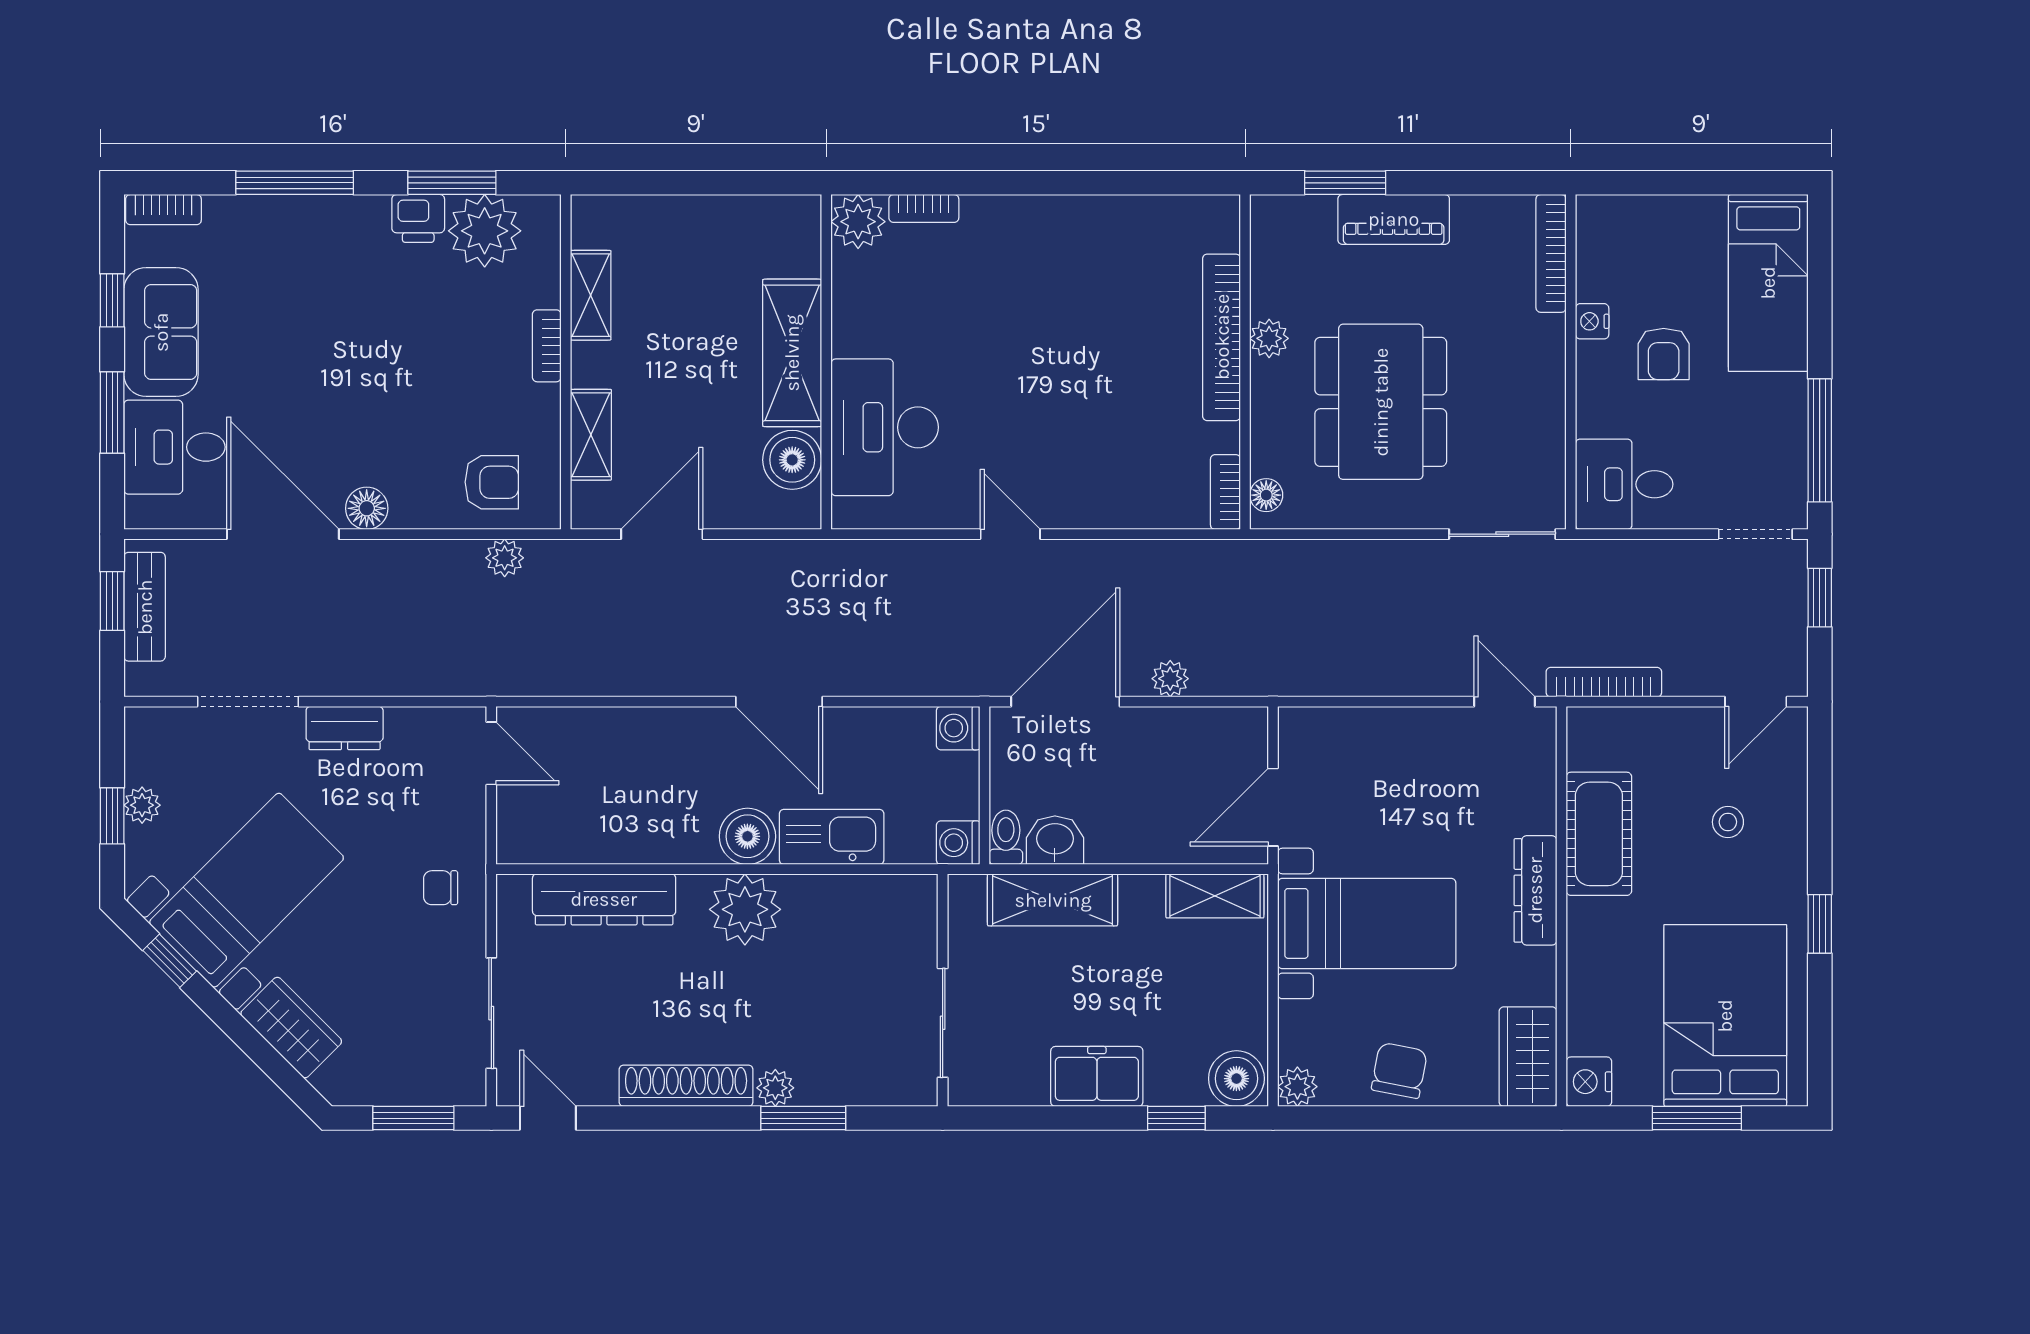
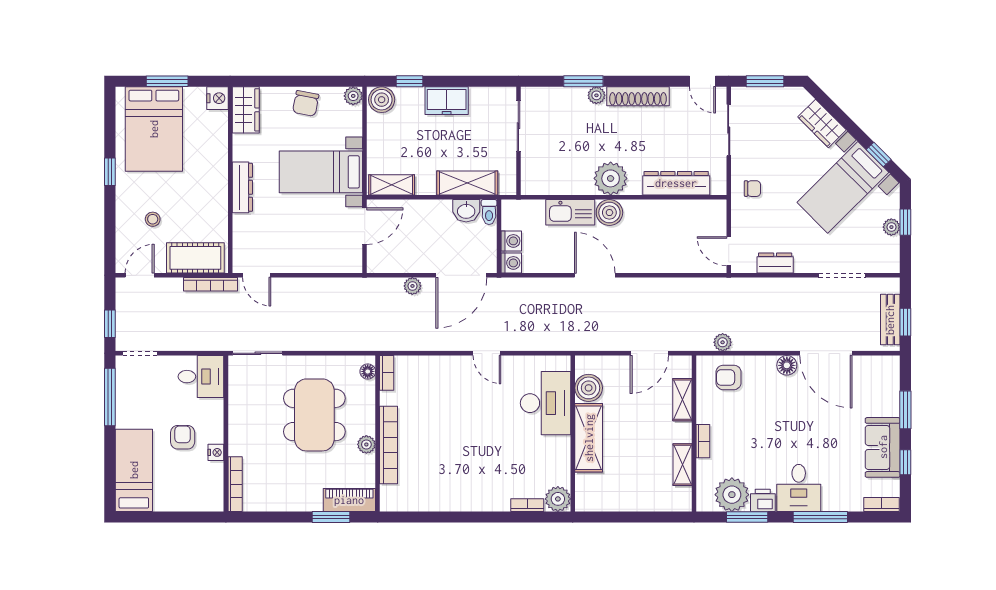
piano: (1394, 219) -> (349, 500), moved
desk: (174, 447) -> (799, 488), moved, turned 90
dresser: (345, 728) -> (775, 263), moved
cot: (1599, 834) -> (195, 258), moved, turned 90
washing machine: (958, 843) -> (511, 241), moved

